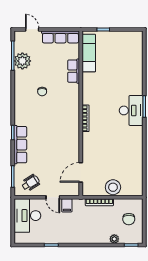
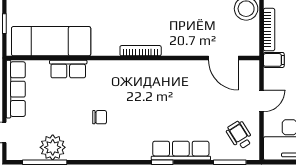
exam couch: (89, 53) -> (51, 41), width x1.36, depth x1.45
filing cabinet: (67, 205) -> (274, 60), moved

